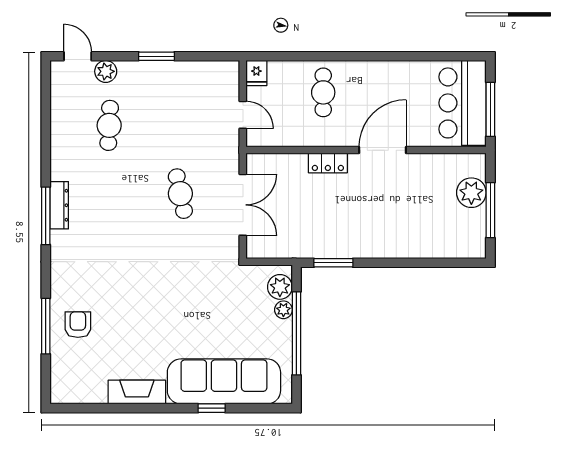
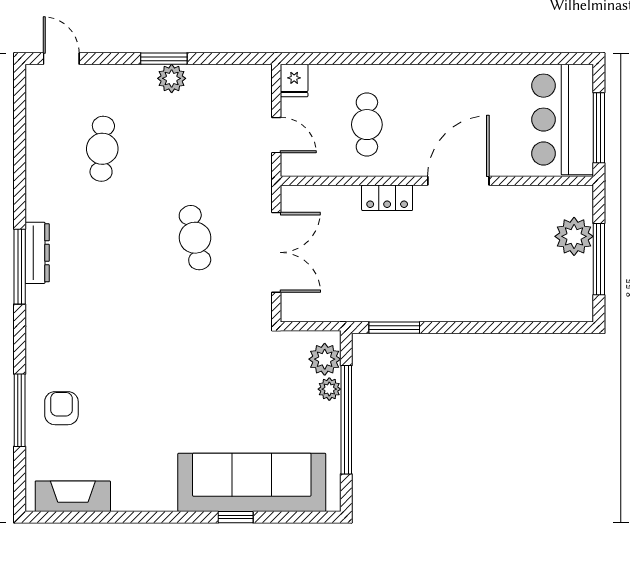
plant: (106, 71) -> (172, 78), moved
cafe table: (323, 92) -> (367, 125), moved
fireplace: (137, 392) -> (73, 496), moved

